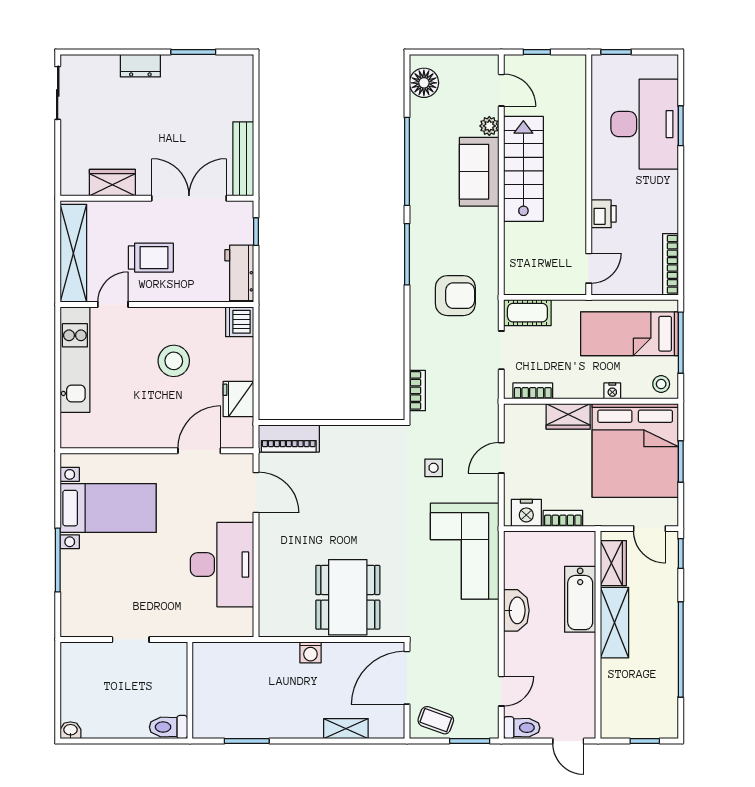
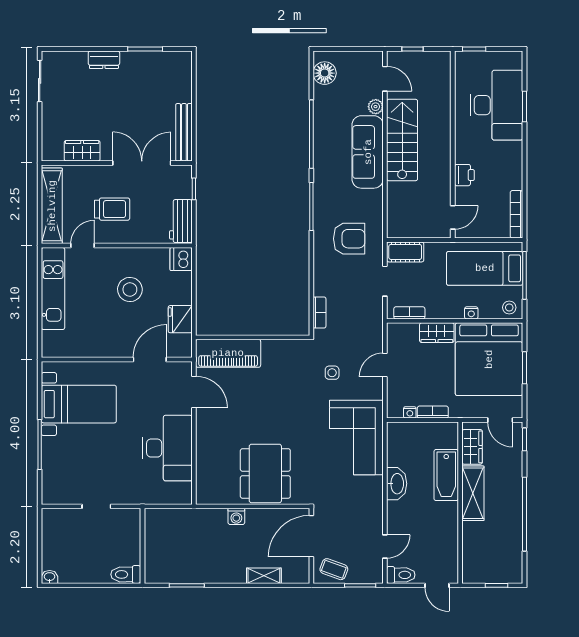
sofa: (479, 172) -> (368, 152), width x1.36
piano: (289, 438) -> (228, 353), width x1.37, depth x1.33
nightstand: (526, 513) -> (410, 412), width x0.53, depth x0.56

